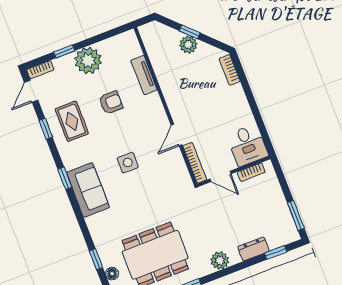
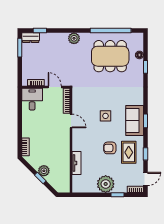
armchair: (111, 102) -> (110, 148), moved
door: (177, 135) -> (71, 121), hinge flipped
sofa: (88, 190) -> (135, 120), moved
dresser: (254, 249) -> (31, 38), moved

